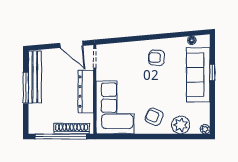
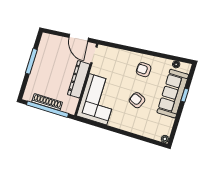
bench: (35, 77) -> (41, 55), removed
armchair: (154, 117) -> (137, 100), moved
plant: (181, 125) -> (146, 129), removed
shoe rack: (72, 129) -> (47, 102), moved

